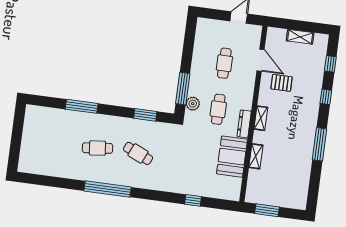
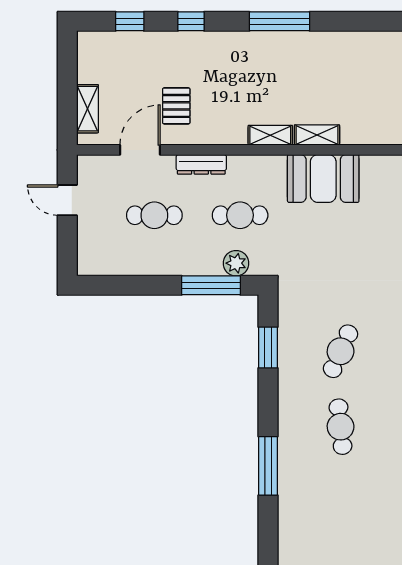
shelving: (300, 37) -> (87, 109), moved
shelving: (261, 118) -> (270, 135), moved
dresser: (244, 124) -> (201, 164), moved

